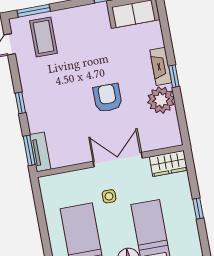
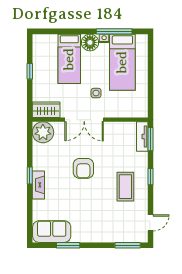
coffee table: (44, 37) -> (125, 187), moved
plant: (161, 100) -> (43, 132), moved

